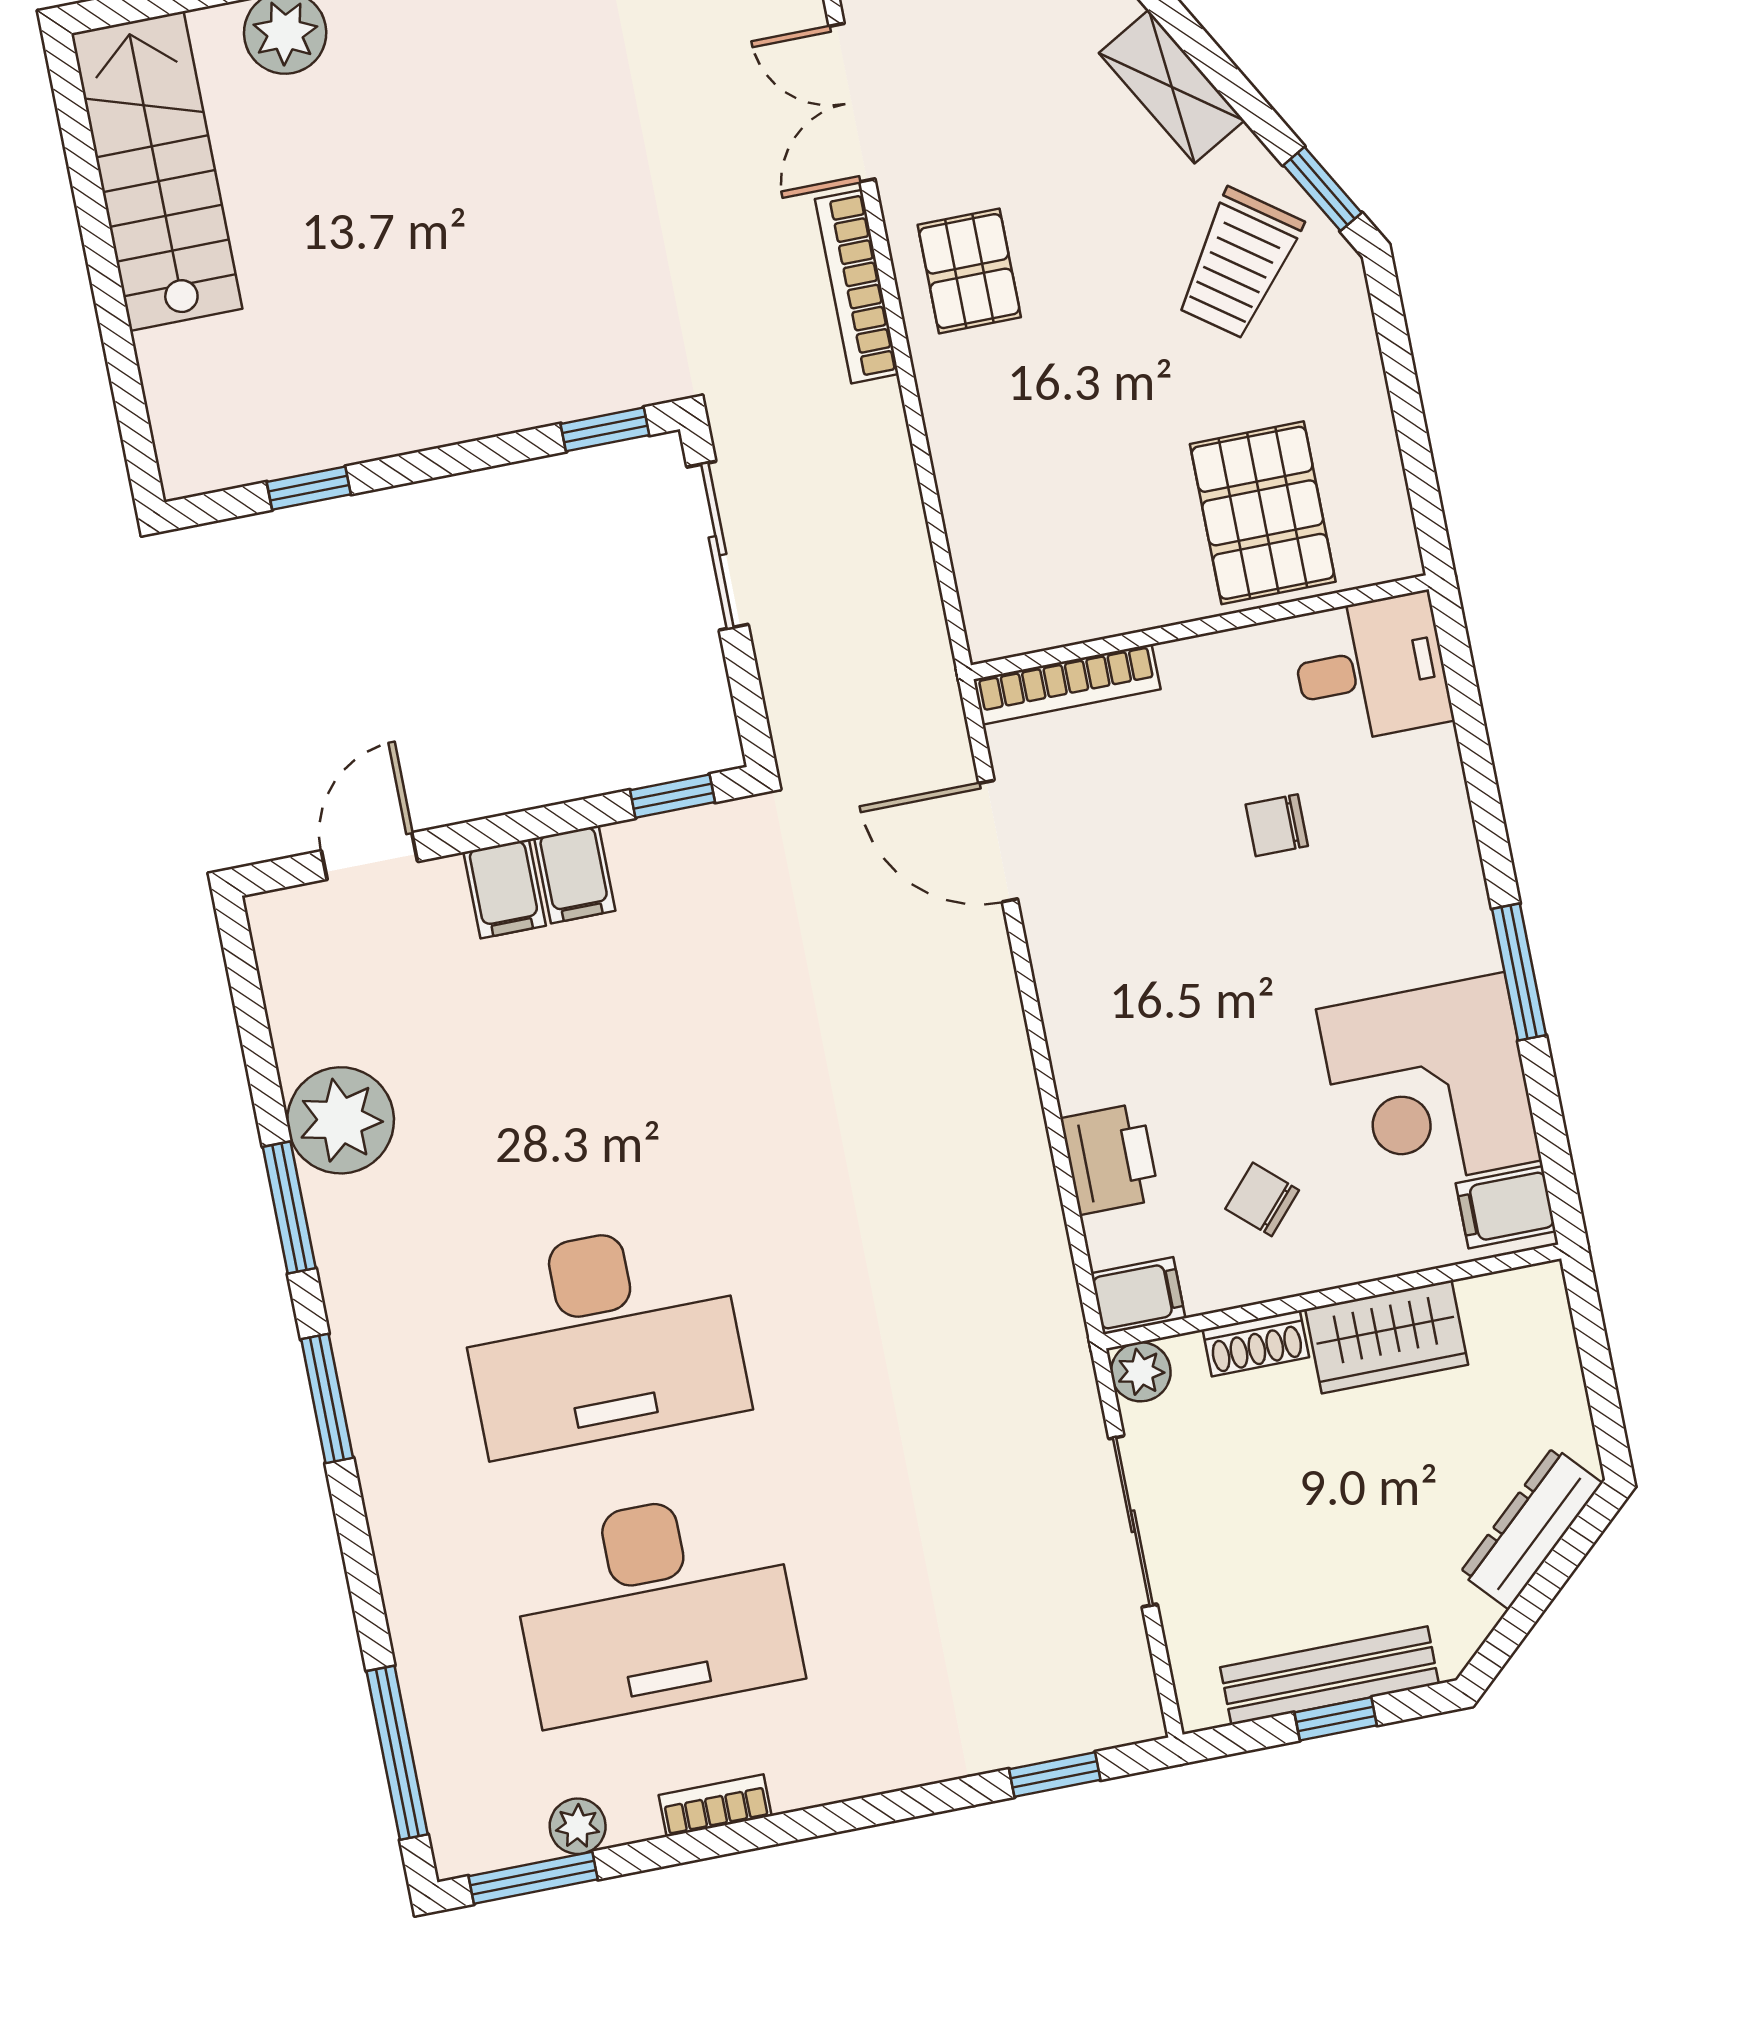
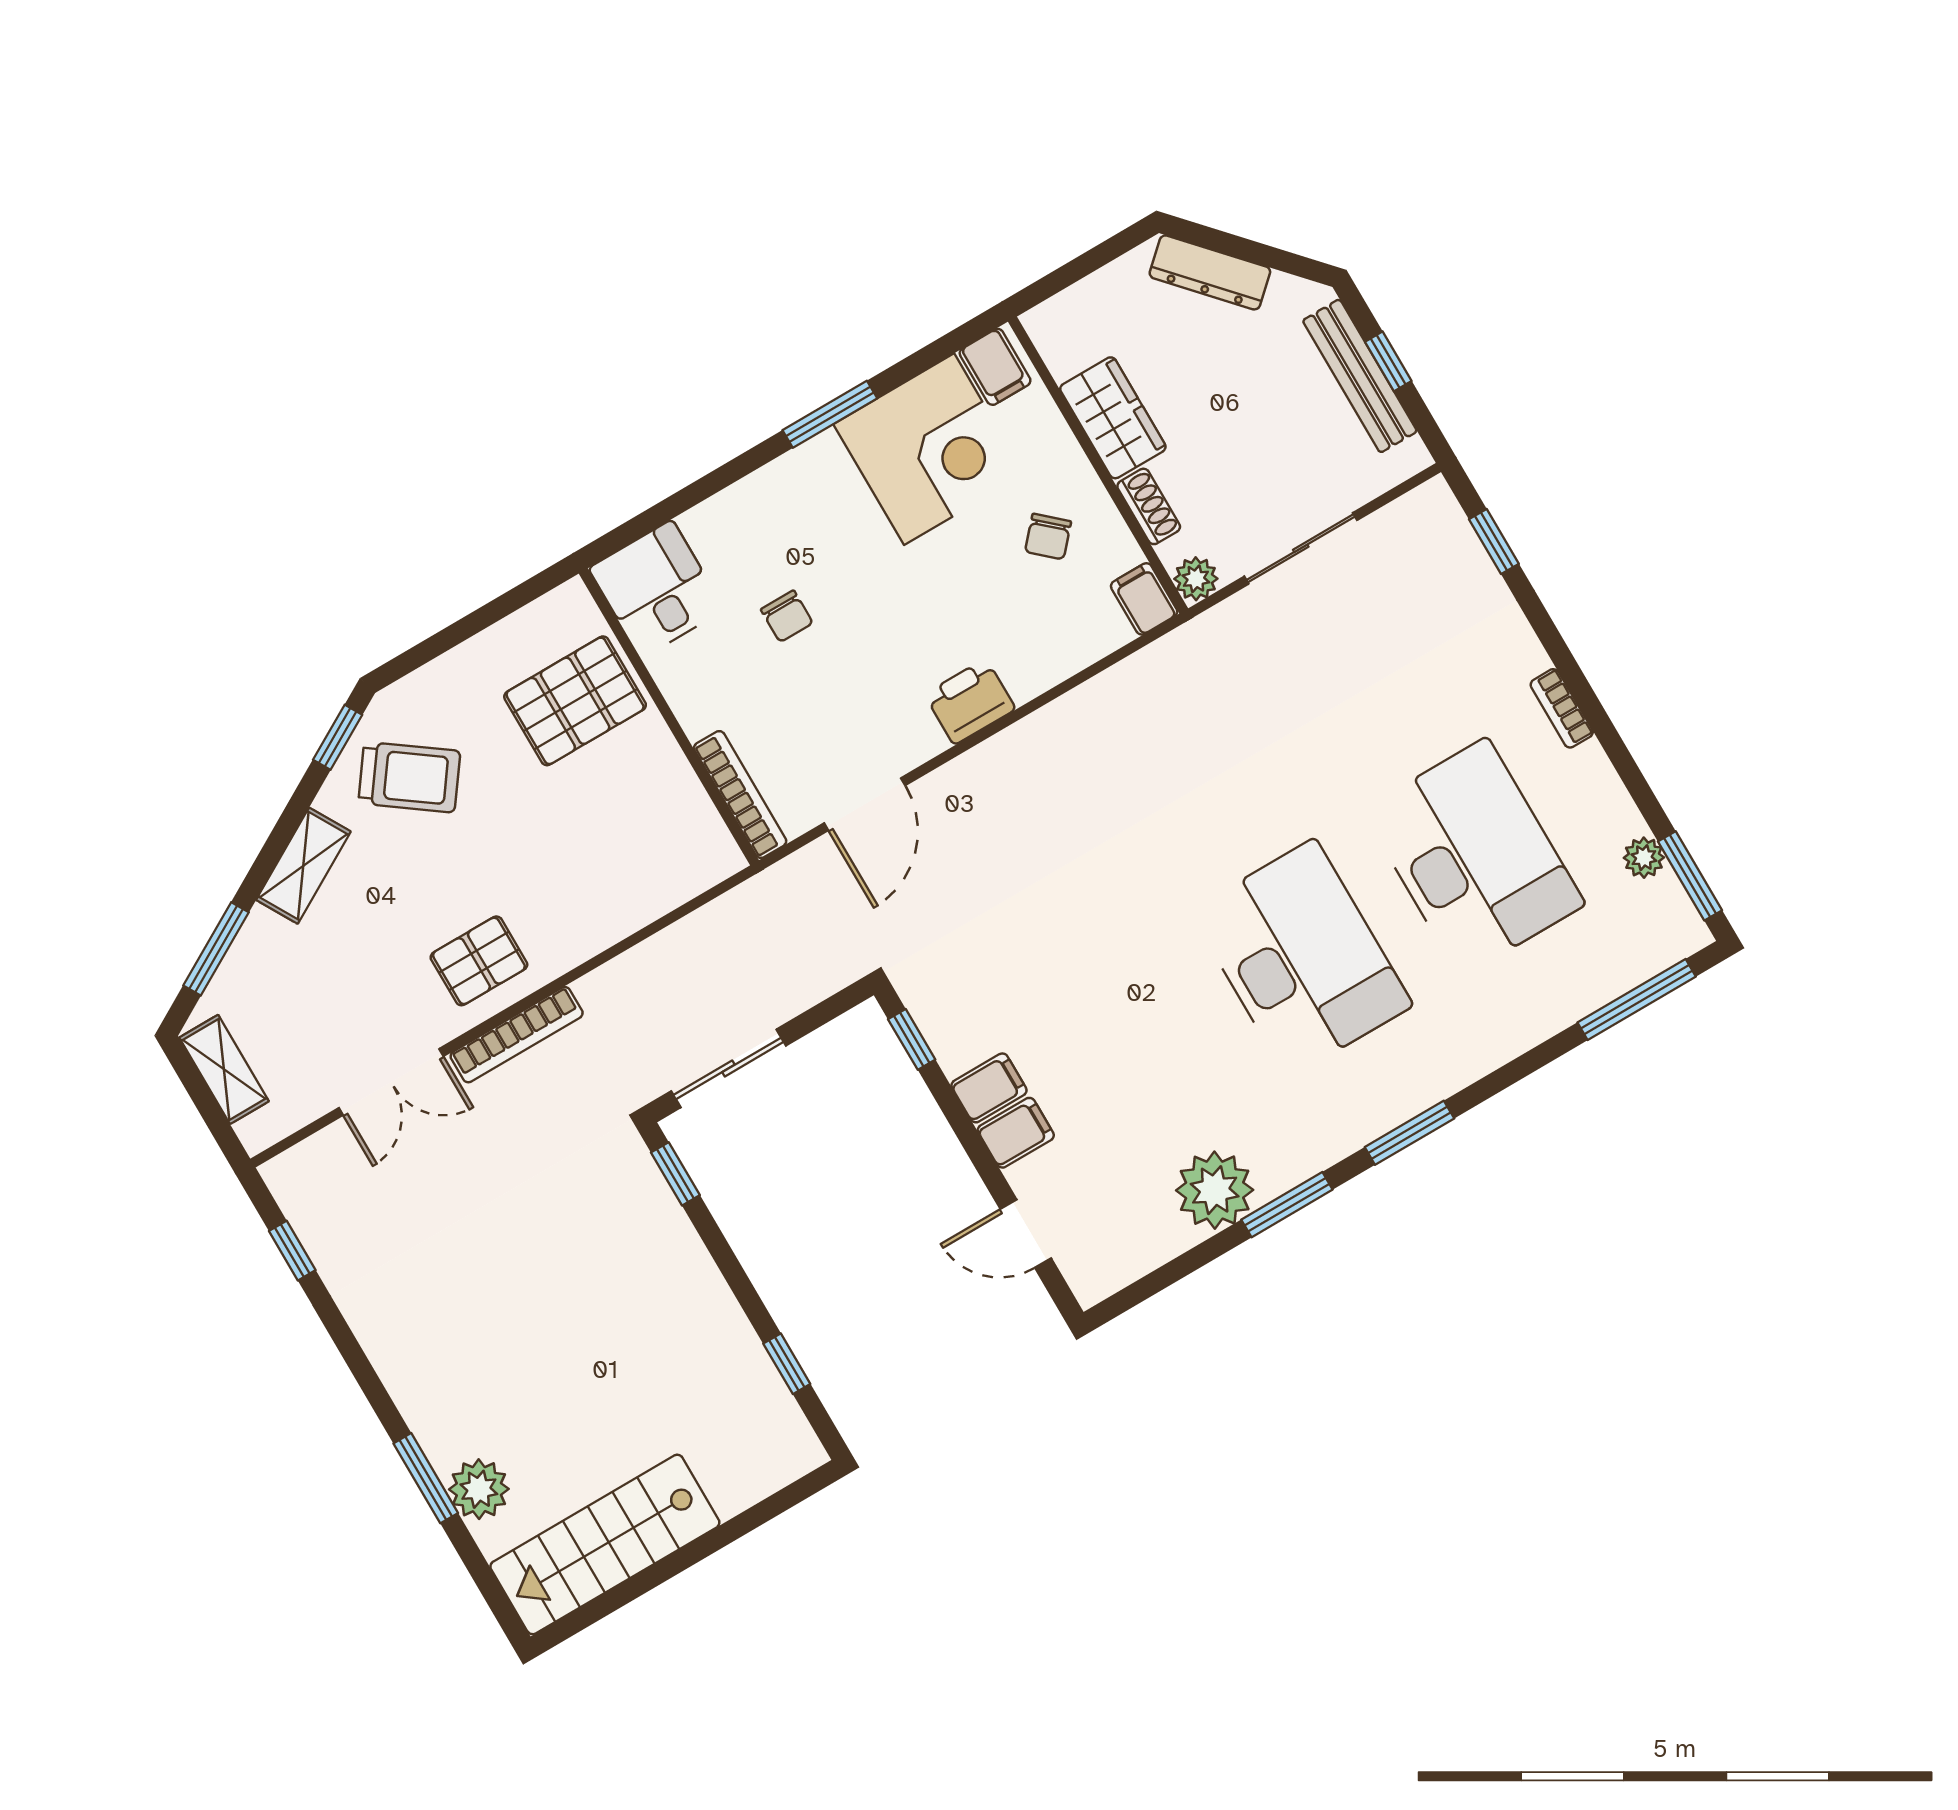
printer: (1110, 1159) -> (970, 702), moved
bookcase: (715, 1806) -> (1562, 708), moved

